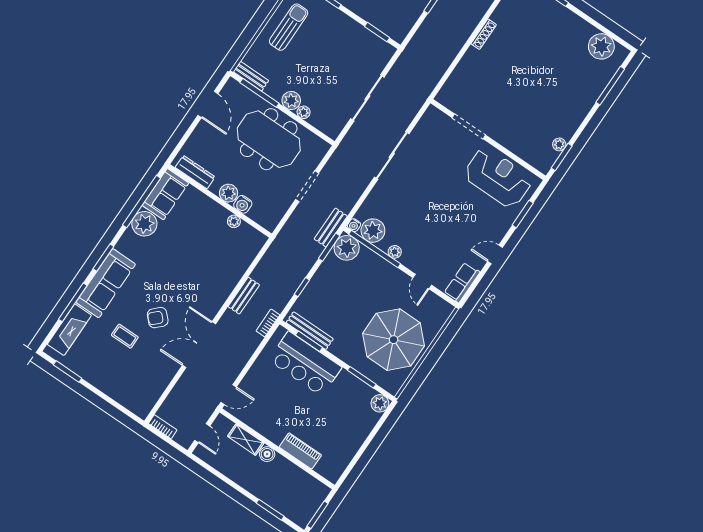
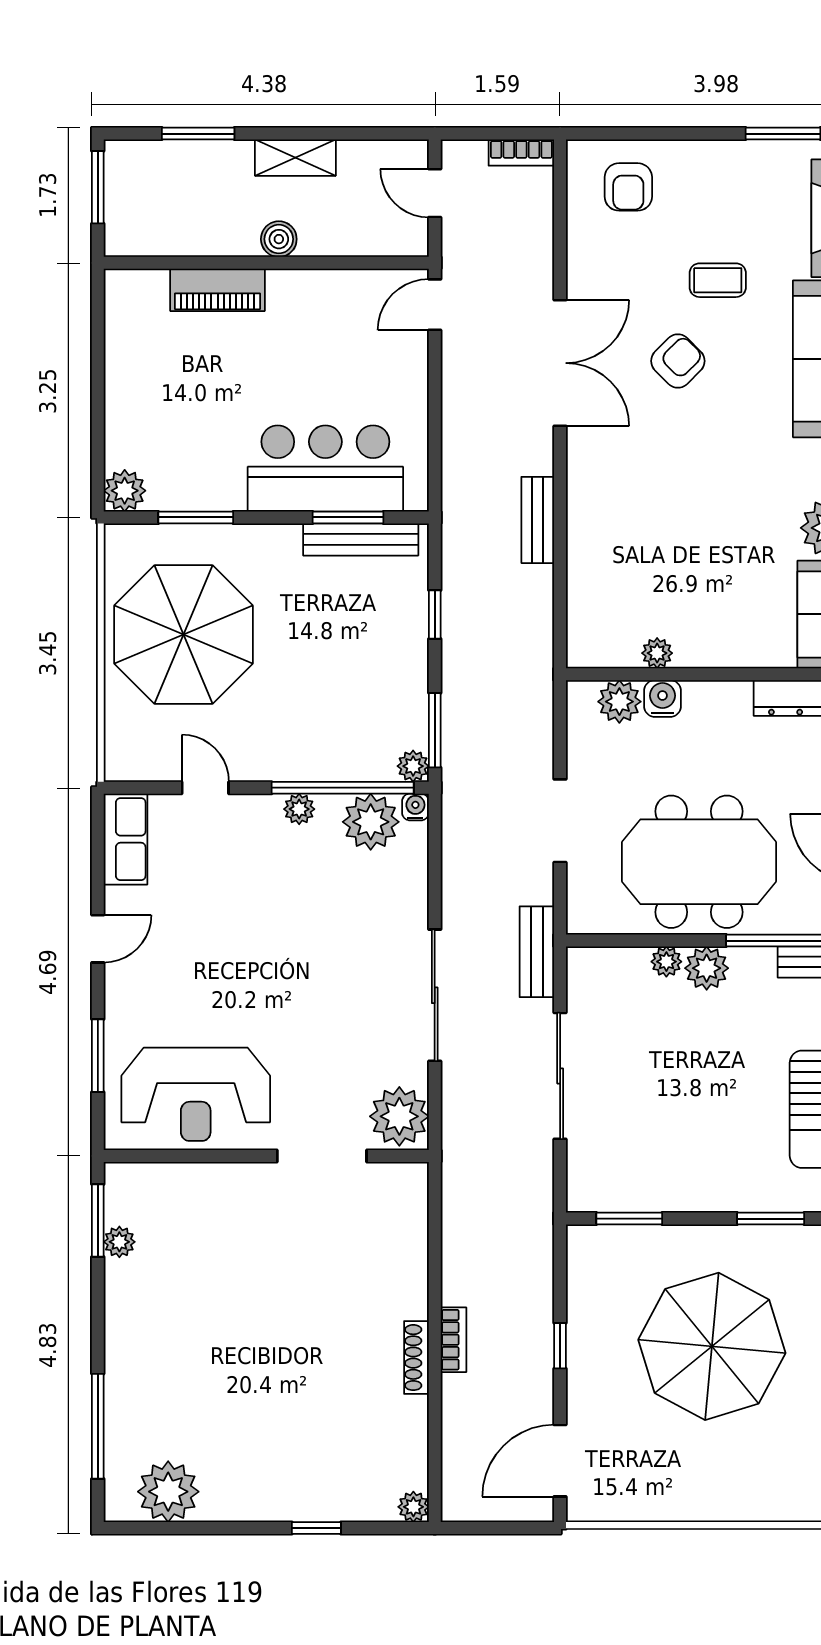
plant: (433, 122) -> (399, 1116), added
plant: (229, 193) -> (619, 702), moved
bench: (331, 228) -> (537, 952), moved
plant: (347, 248) -> (413, 766), width x0.53, depth x0.53
bookcase: (268, 323) -> (454, 1340), moved
armchair: (134, 390) -> (628, 187), added
shelving: (246, 440) -> (295, 158), moved

